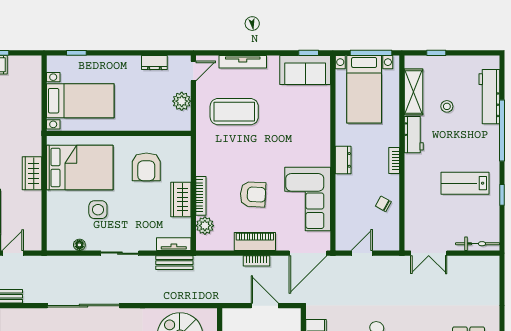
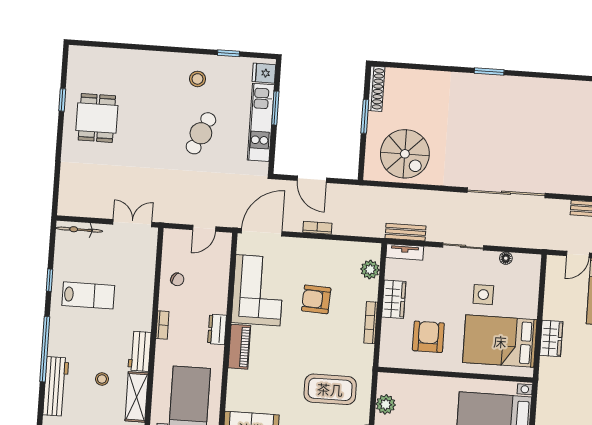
bookcase: (201, 196) -> (371, 323), moved
piano: (255, 242) -> (239, 347), moved, turned -90

